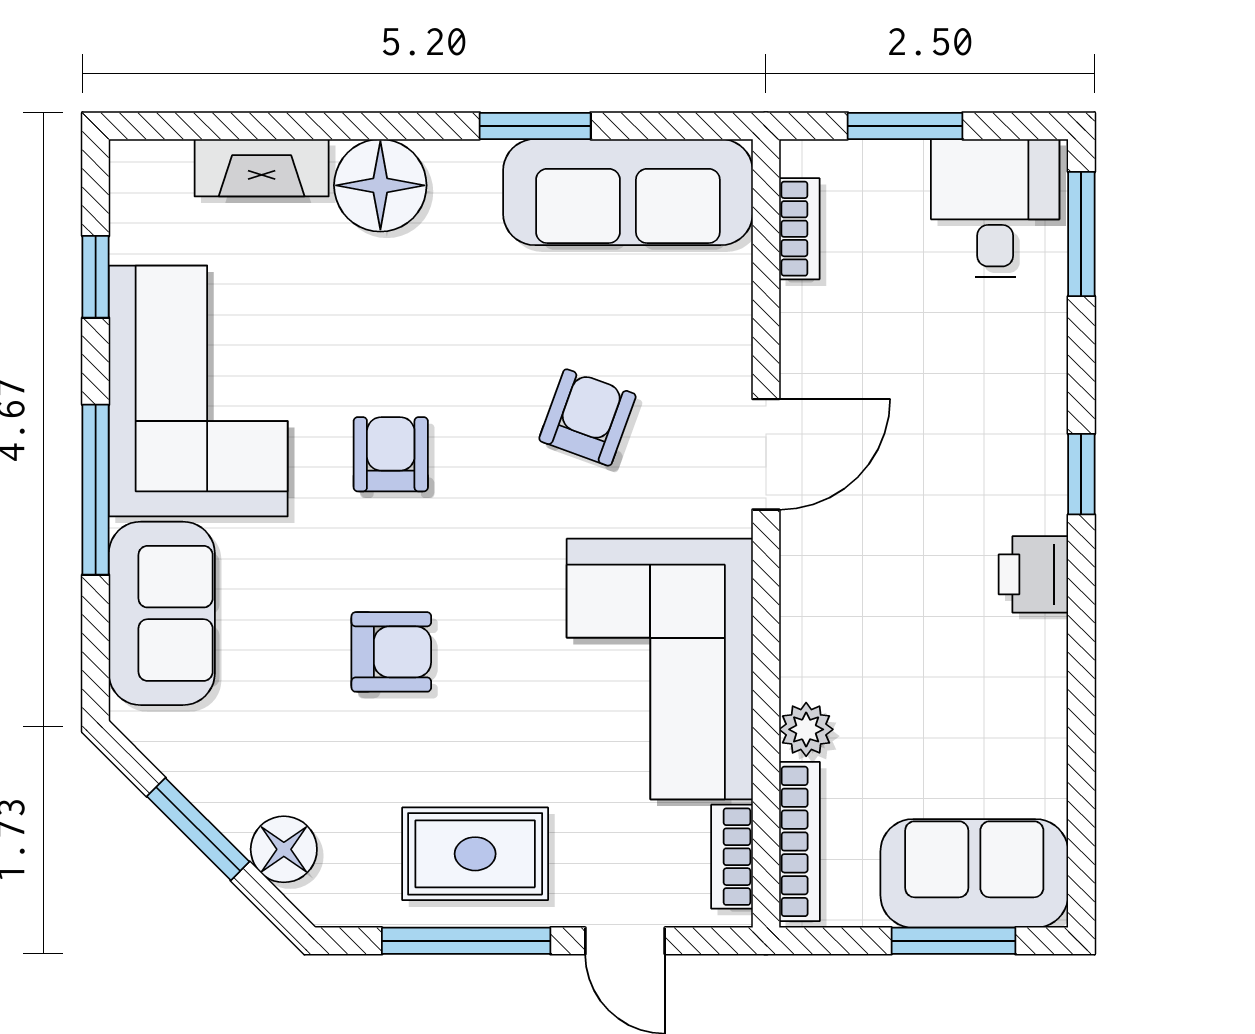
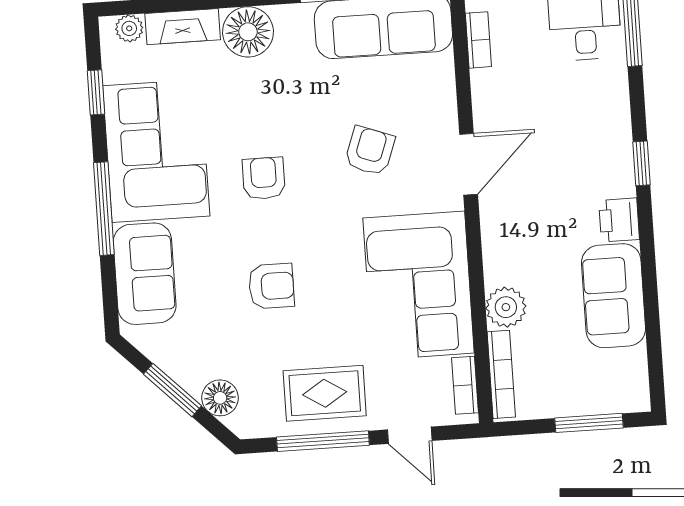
plant: (164, 164) -> (129, 28), added
plant: (806, 729) -> (506, 307), width x1.38, depth x1.38
sofa: (974, 873) -> (614, 296), moved, turned -90

